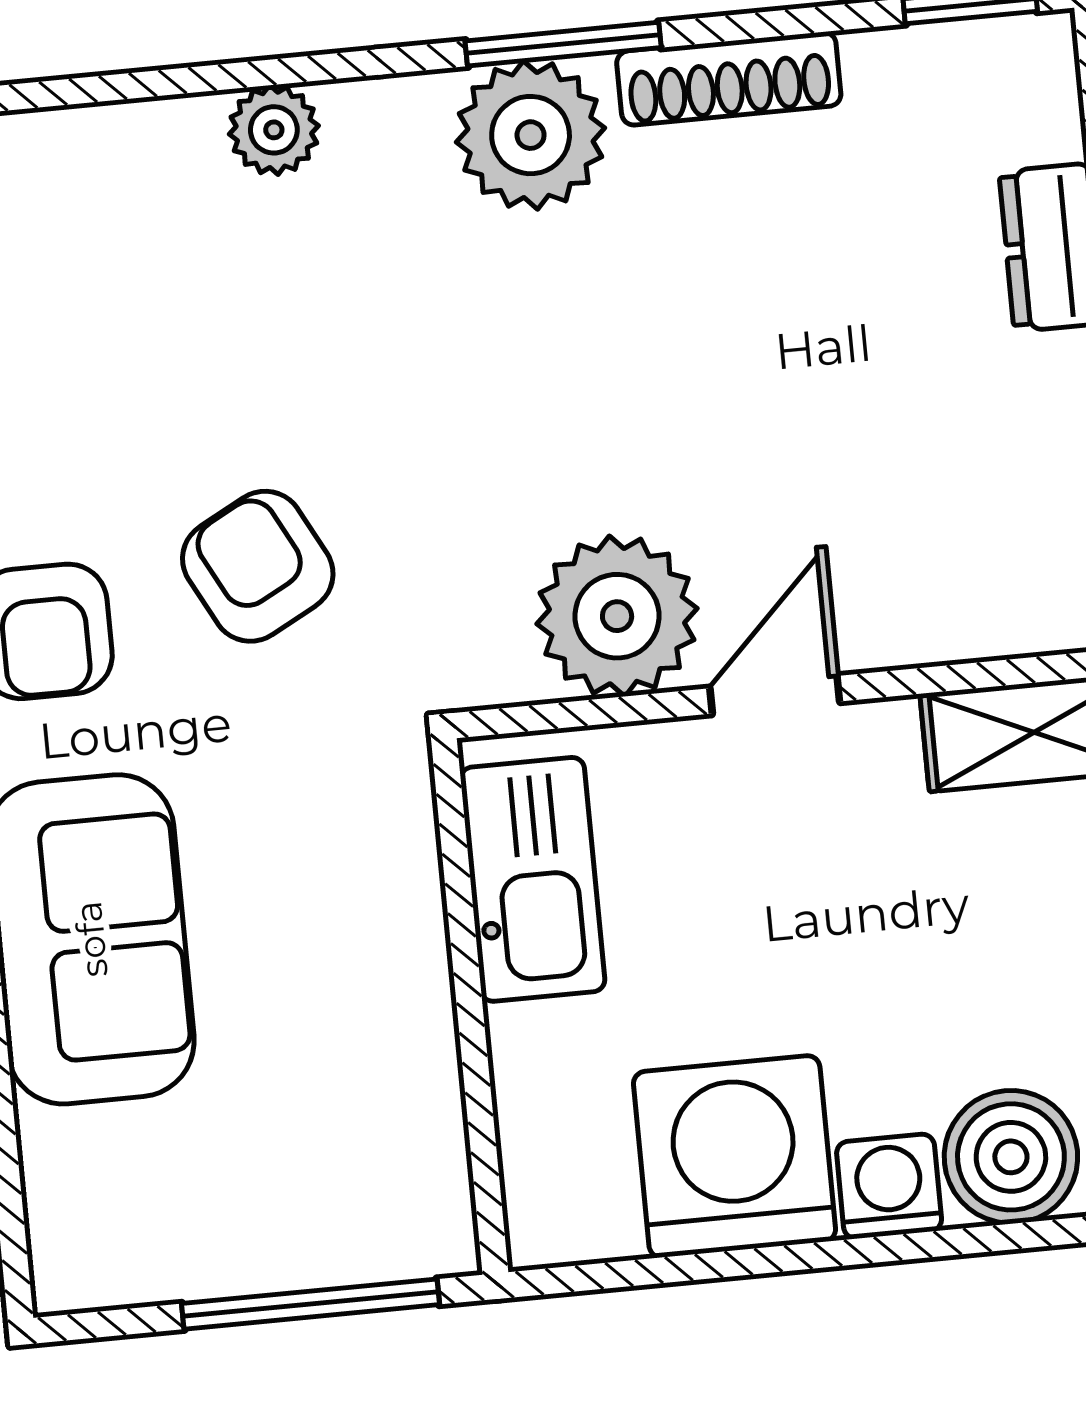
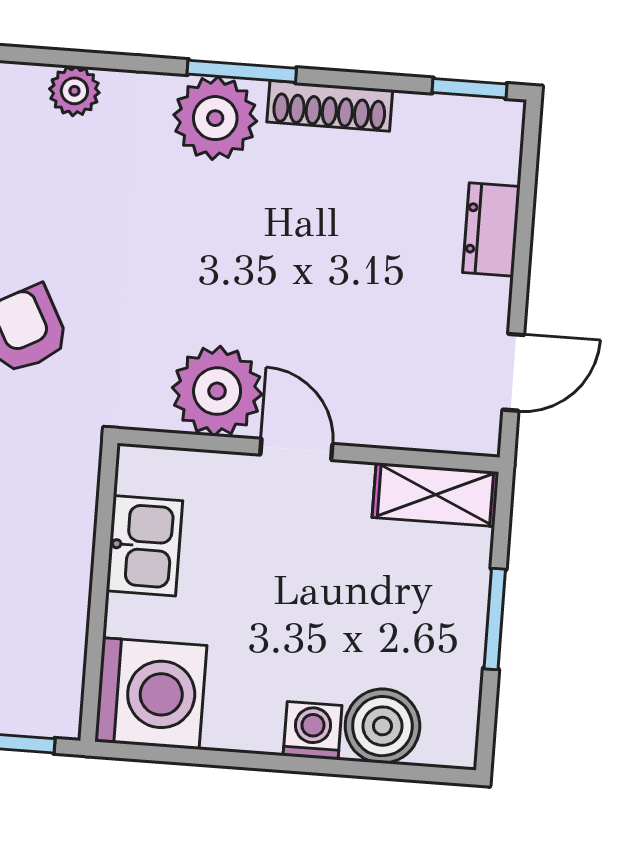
door: (775, 695) -> (296, 449), hinge flipped
kitchen sink: (533, 879) -> (144, 546), width x0.73
washing machine: (734, 1157) -> (151, 694), moved, turned 90

